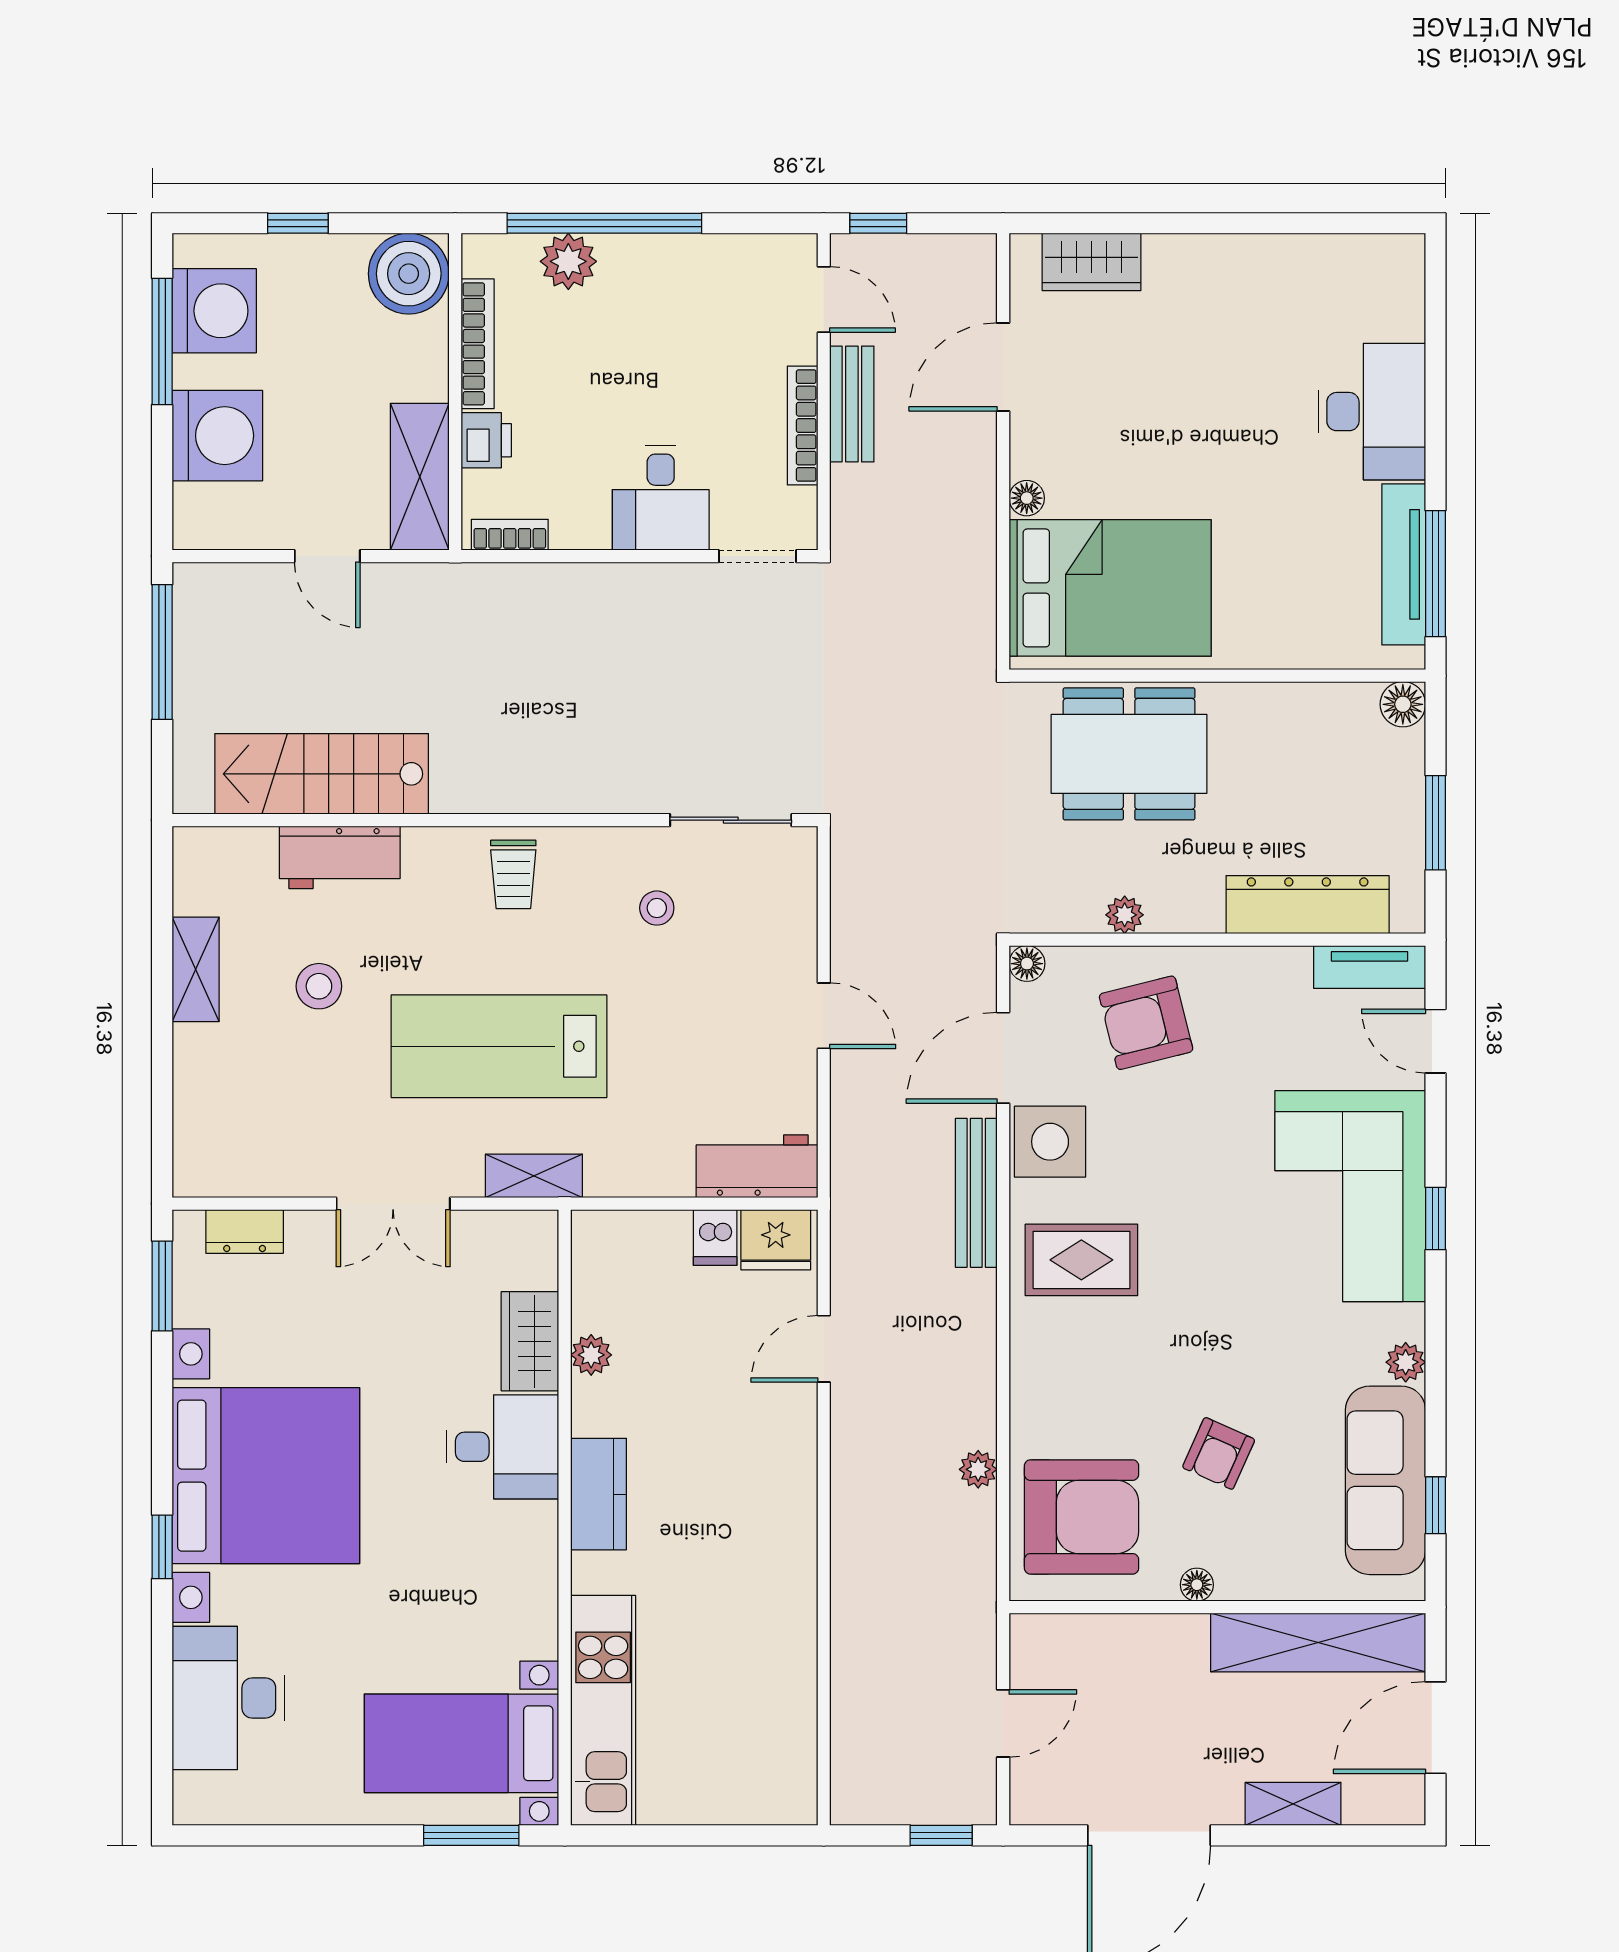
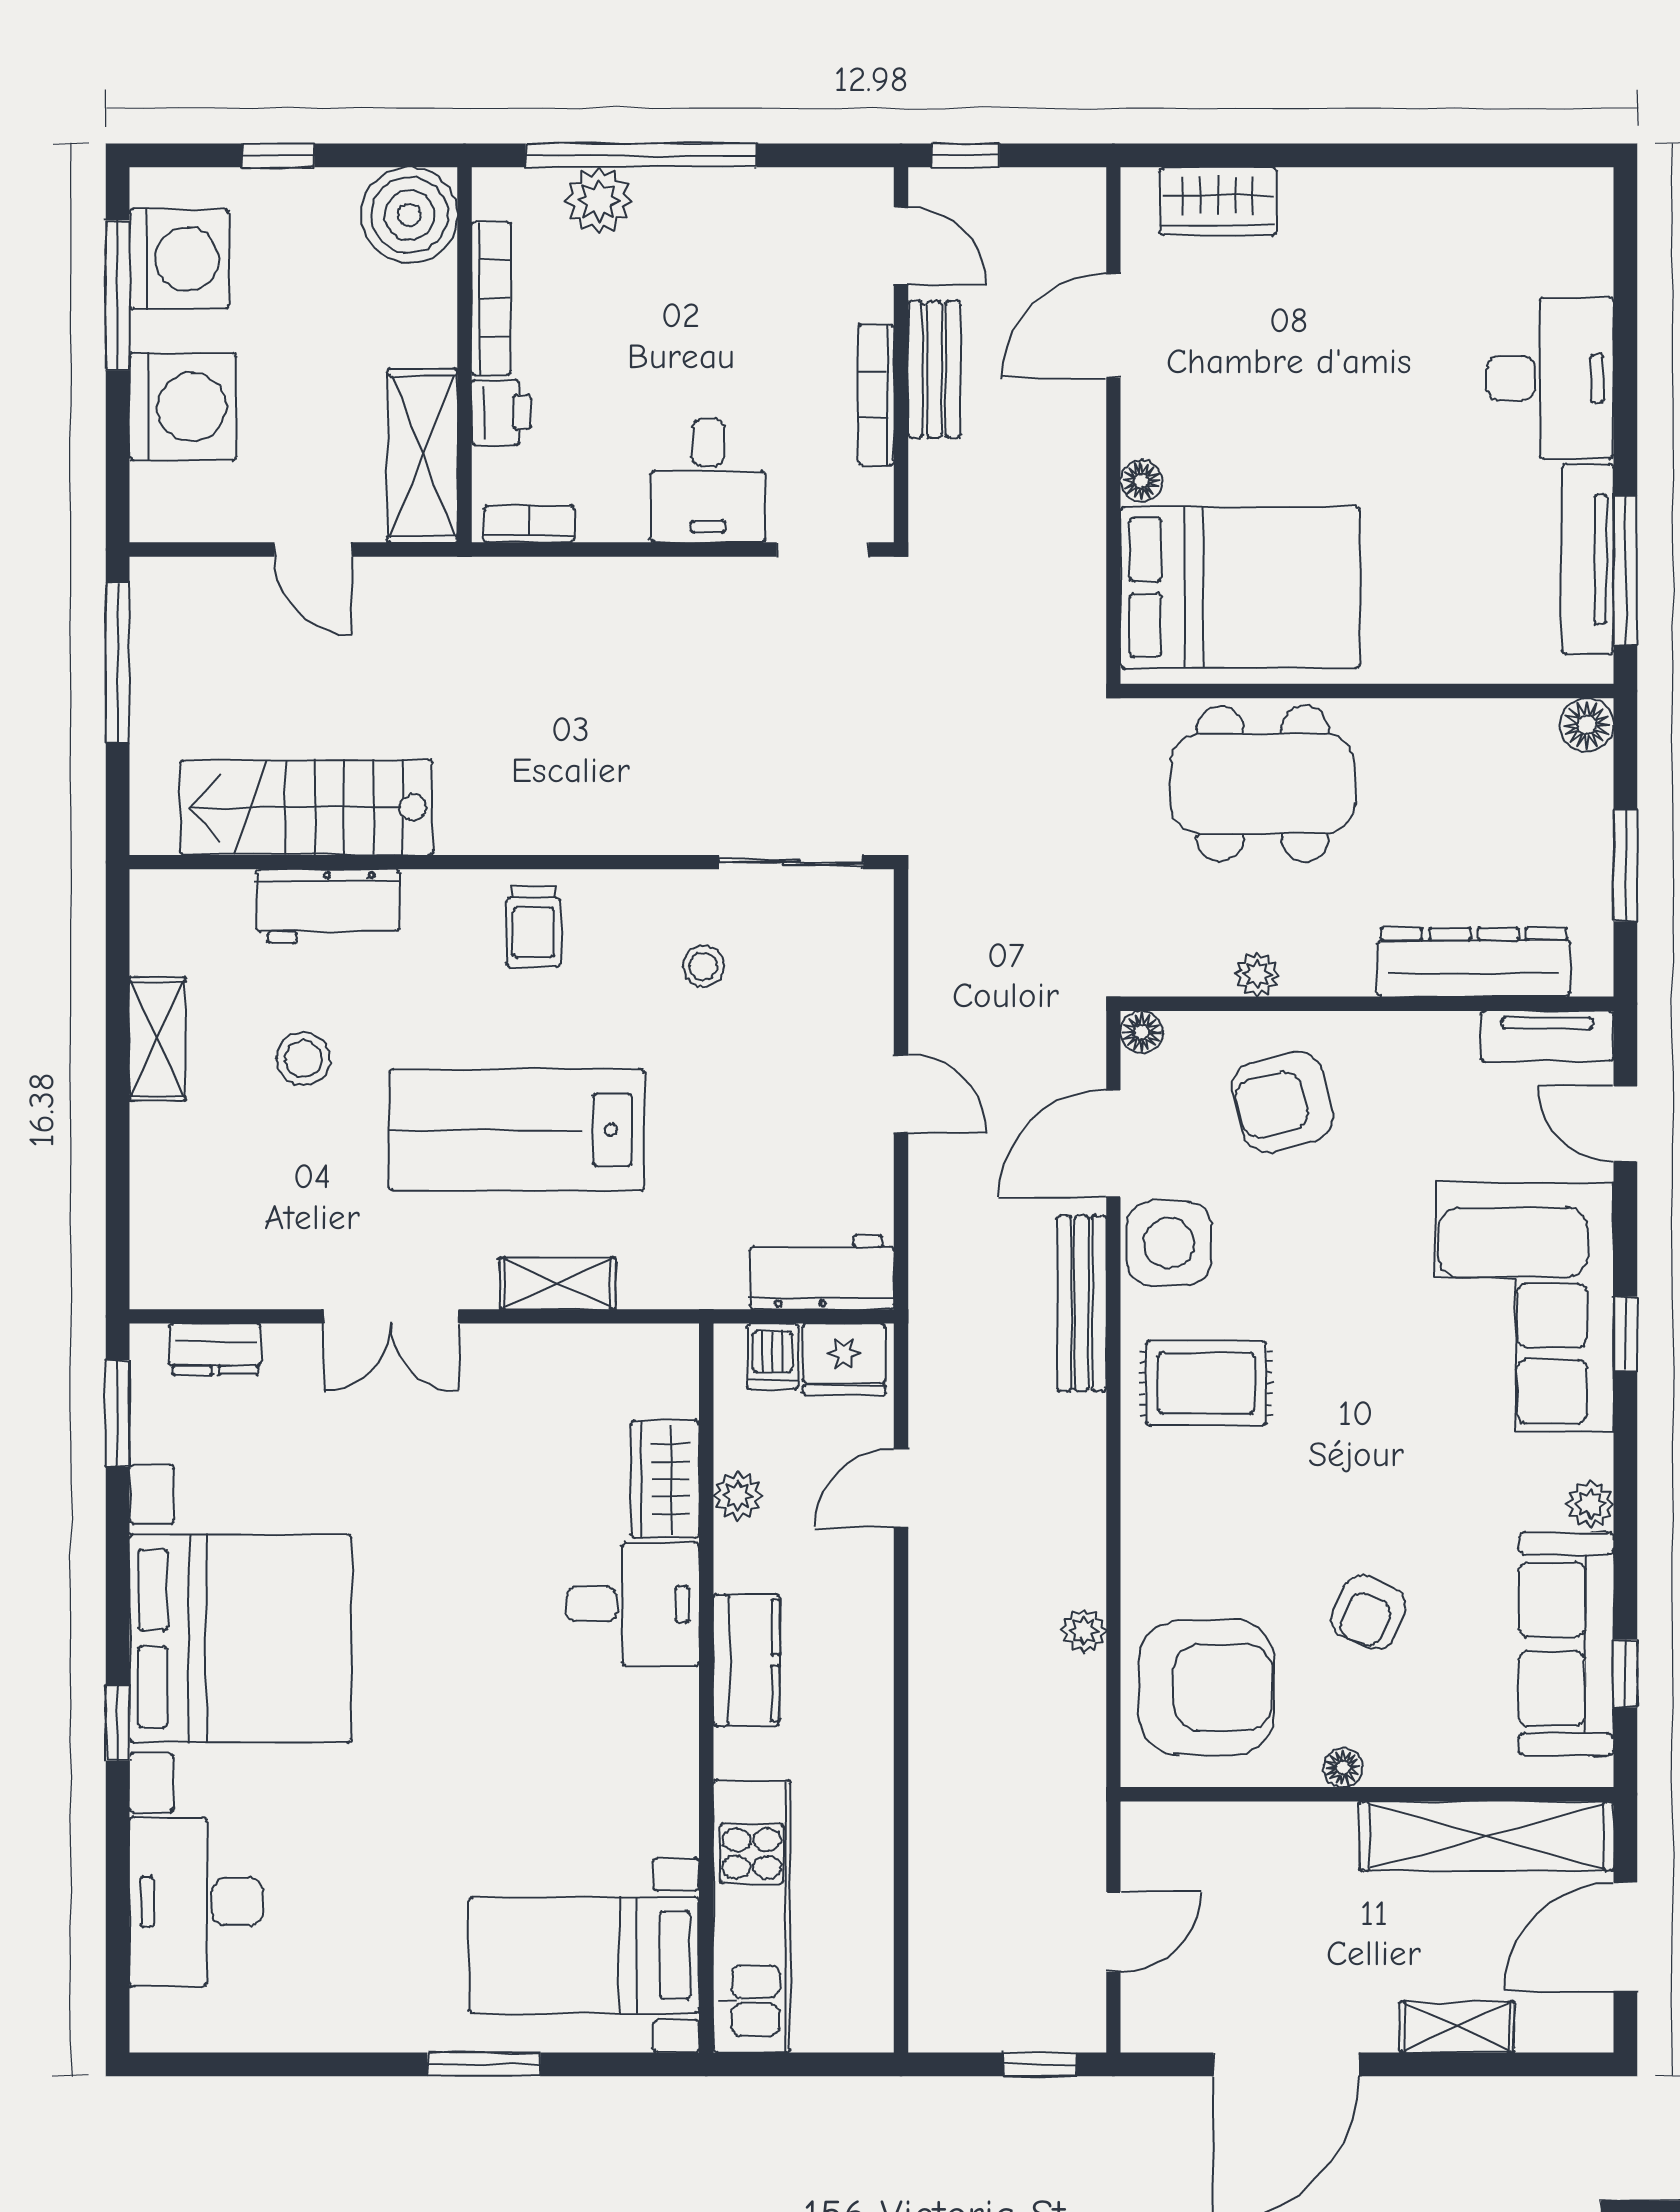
wardrobe: (530, 1341) -> (665, 1479), moved
plant: (591, 1355) -> (738, 1495), moved
desk: (503, 1447) -> (633, 1604), moved
kitchen counter: (599, 1494) -> (746, 1660), moved
wall: (565, 1518) -> (706, 1688), moved
kitchen unit: (603, 1710) -> (752, 1916), moved
bed with nightstands: (462, 1743) -> (584, 1955), moved

